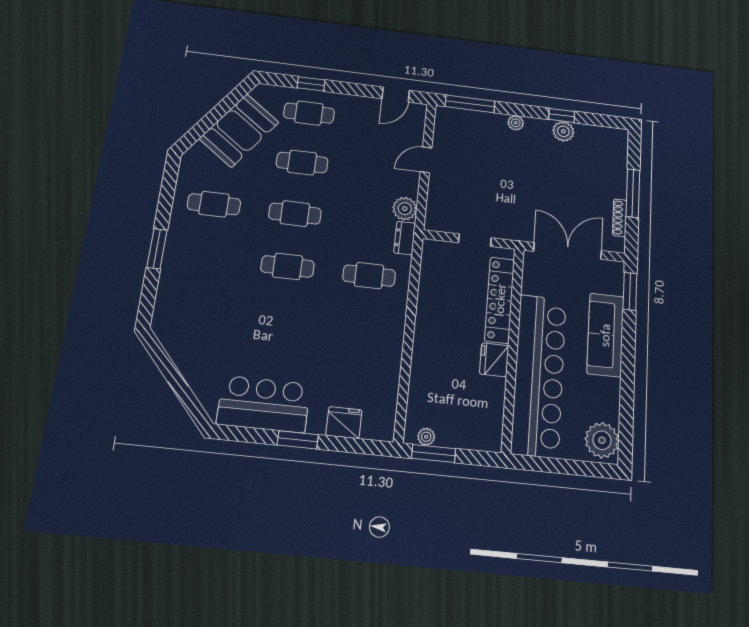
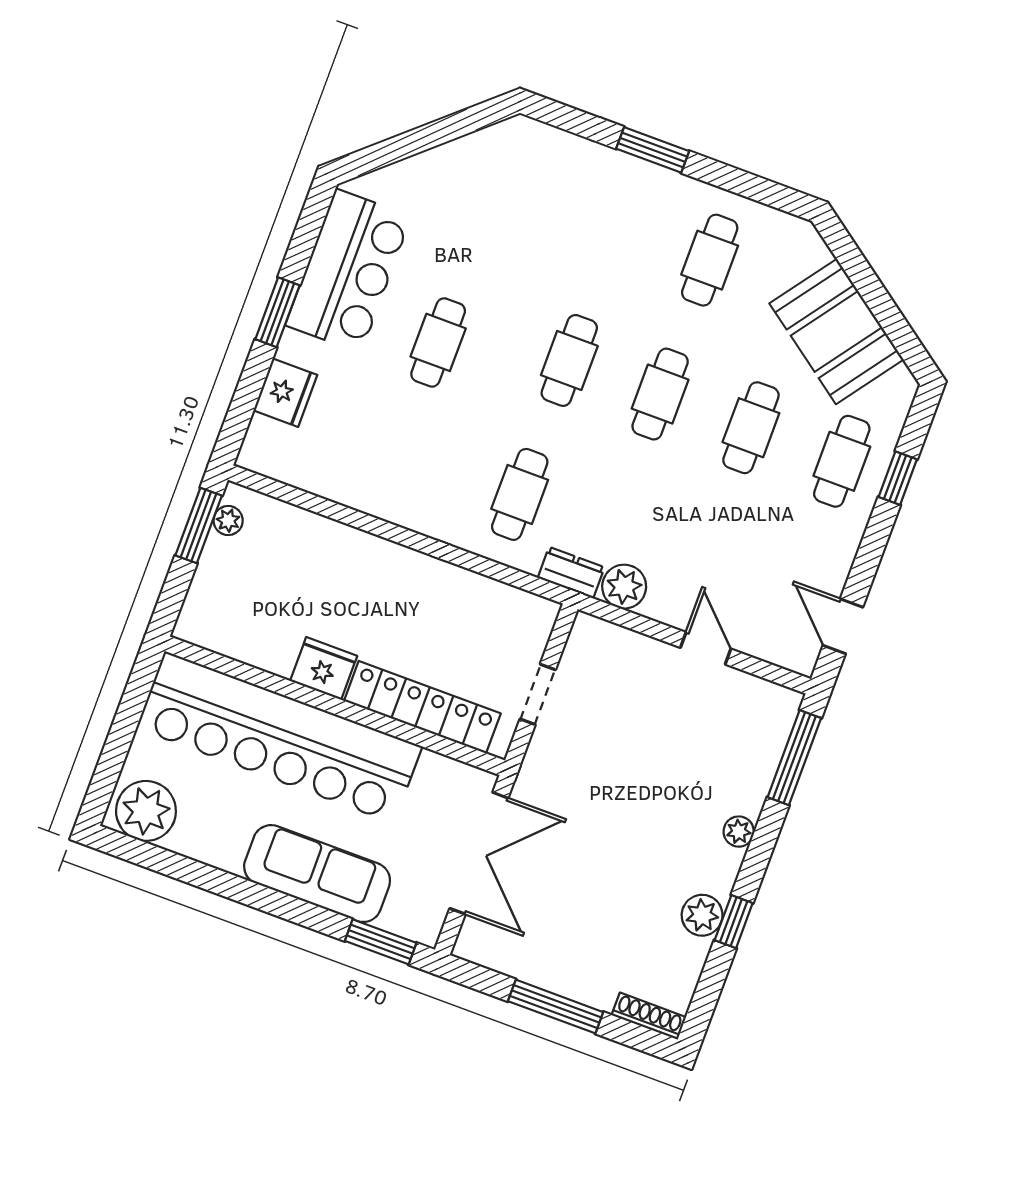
shoe rack: (620, 218) -> (649, 1016), moved
cafe table: (294, 342) -> (438, 342), added

